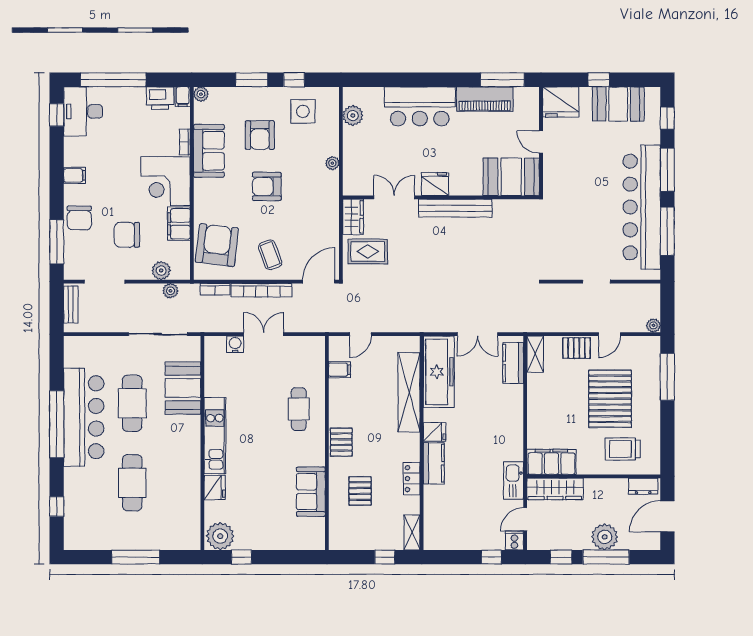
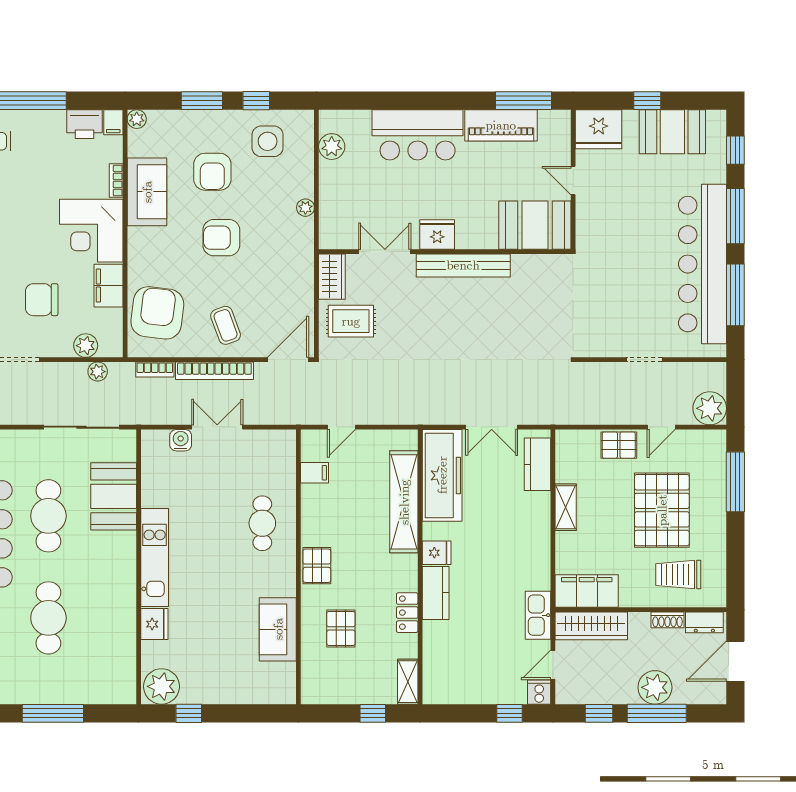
plant: (653, 325) -> (710, 408), width x1.88, depth x1.88
shelving: (535, 354) -> (566, 507), moved
shoe rack: (614, 484) -> (667, 620), added

